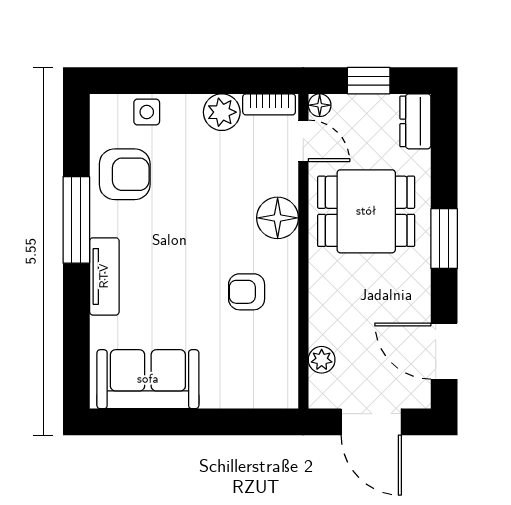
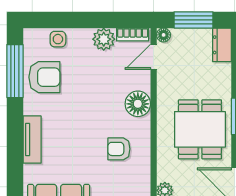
window: (369, 81) -> (194, 20), width x1.50
door: (303, 141) -> (154, 57), swing flipped
dining table: (366, 211) -> (200, 129), moved, turned 90
window: (76, 220) -> (15, 71), moved

